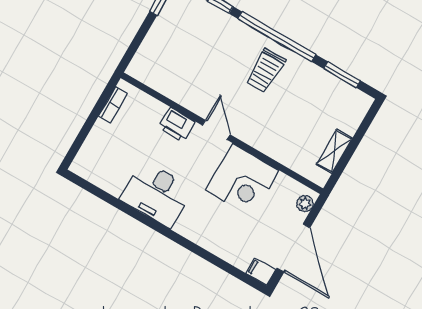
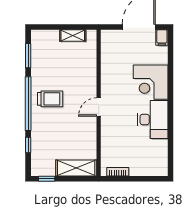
shelving: (151, 51) -> (76, 168), added
printer: (177, 125) -> (108, 130), removed
corner desk: (242, 180) -> (151, 82), moved, turned 180
plant: (305, 204) -> (111, 35), removed

